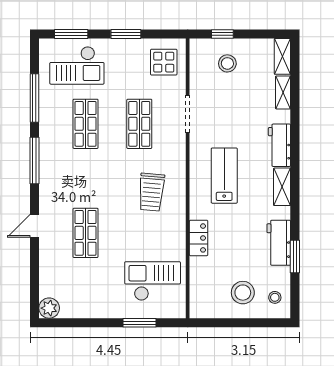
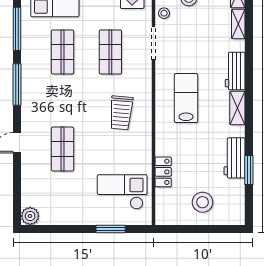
locker: (199, 238) -> (163, 172), moved
stool: (275, 297) -> (164, 13), moved

